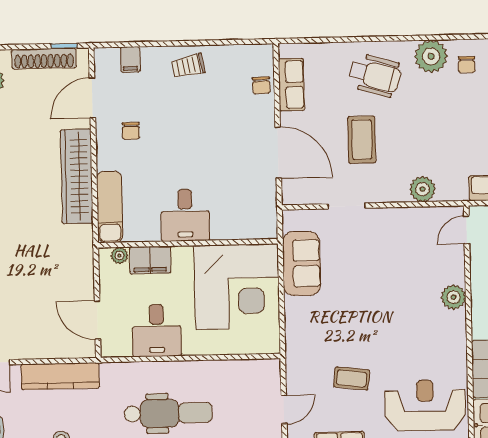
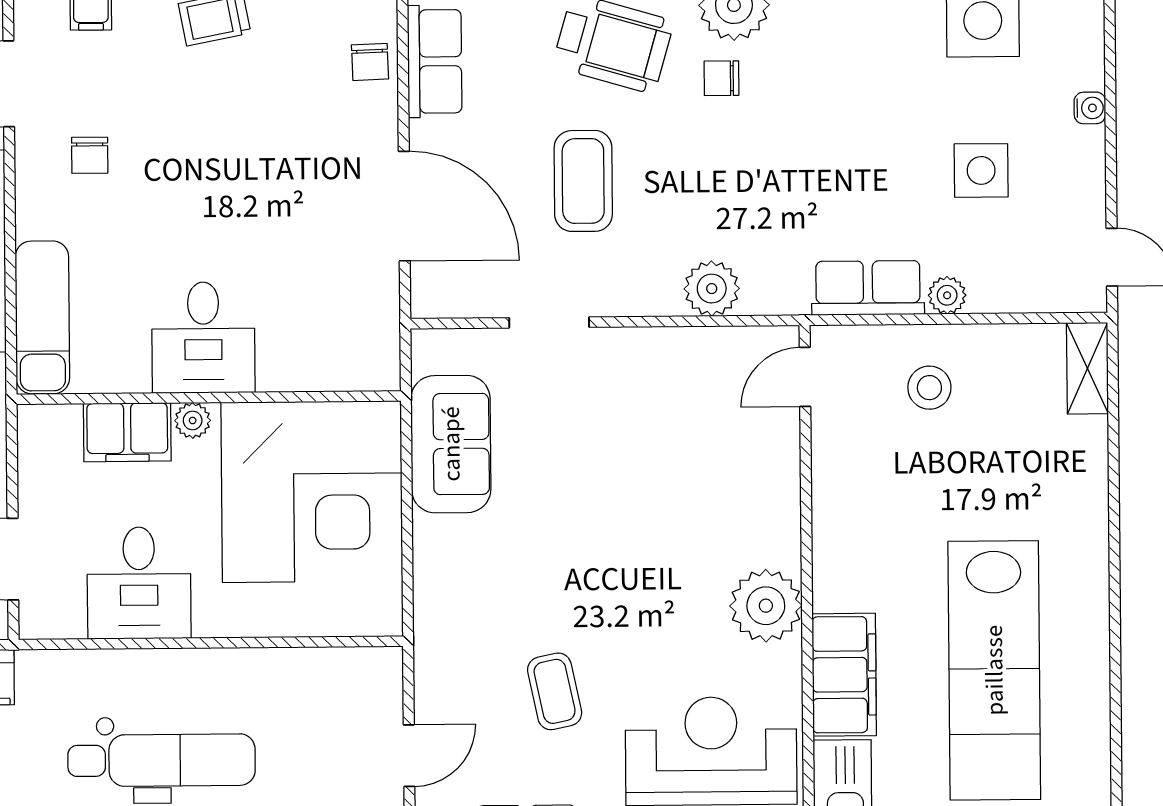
chair: (467, 65) -> (721, 78), moved, turned 90
plant: (119, 256) -> (193, 420), moved
plant: (453, 297) -> (766, 606), moved, width x1.36, depth x1.36
coffee table: (352, 378) -> (555, 691), turned 71

